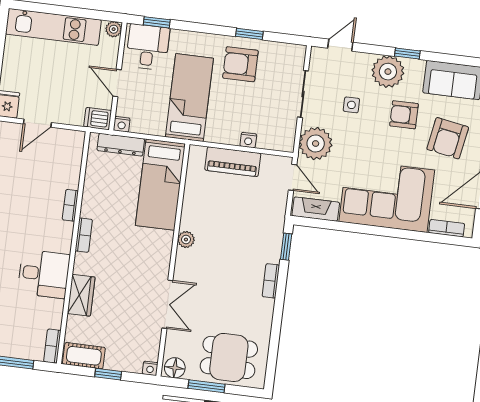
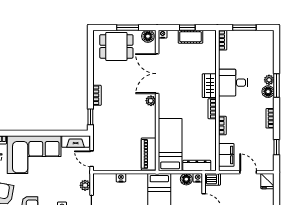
door: (37, 123) -> (248, 172), hinge flipped
floor lamp: (141, 124) -> (186, 179), added
plant: (316, 143) -> (85, 185), width x0.53, depth x0.53
filing cabinet: (70, 156) -> (226, 155), added
piano: (233, 162) -> (149, 154), moved, turned -90
plant: (186, 240) -> (151, 101), moved
wardrobe: (81, 295) -> (209, 86), moved
double door: (167, 304) -> (157, 74), width x1.37
cot: (84, 356) -> (191, 37), moved

